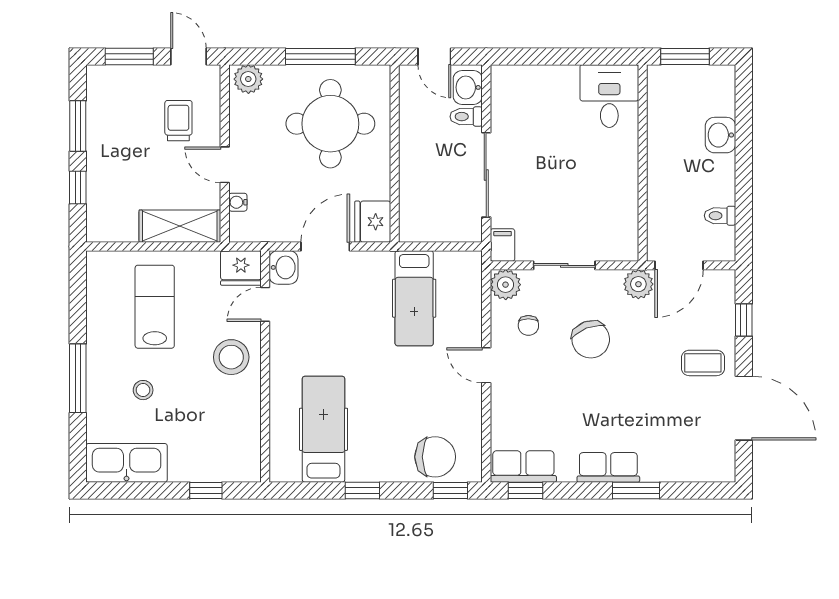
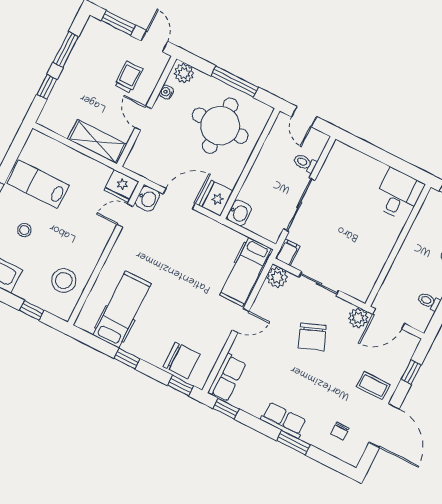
washbasin: (468, 87) -> (239, 213), moved, turned 180
water cooler: (238, 202) -> (166, 92), moved
hospital bed: (414, 298) -> (246, 272), moved
lab bench: (155, 307) -> (38, 184), moved, turned -90
chair: (528, 325) -> (340, 431), moved
stool: (231, 357) -> (64, 281), moved
door: (486, 365) -> (241, 321), swing flipped
row of seats: (523, 467) -> (227, 378), moved, turned 90

